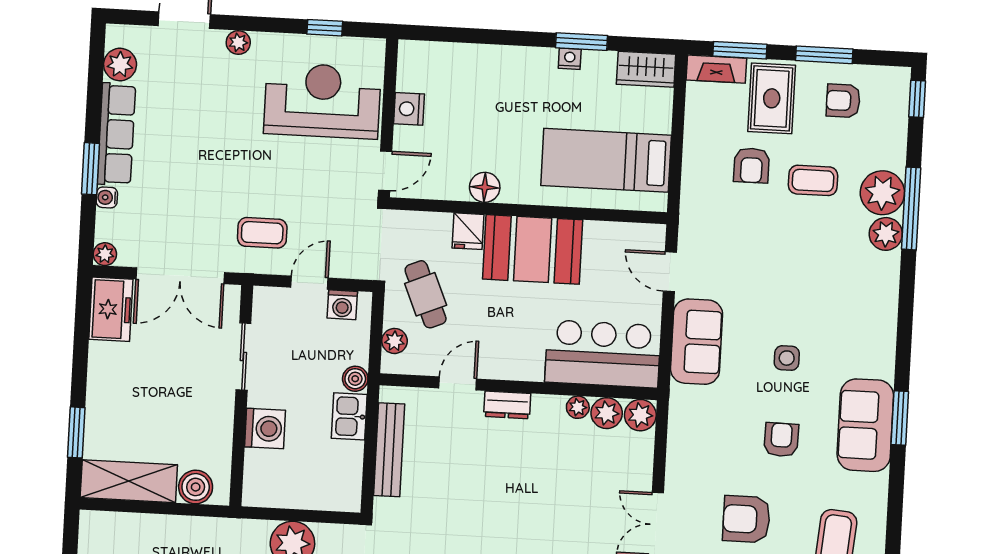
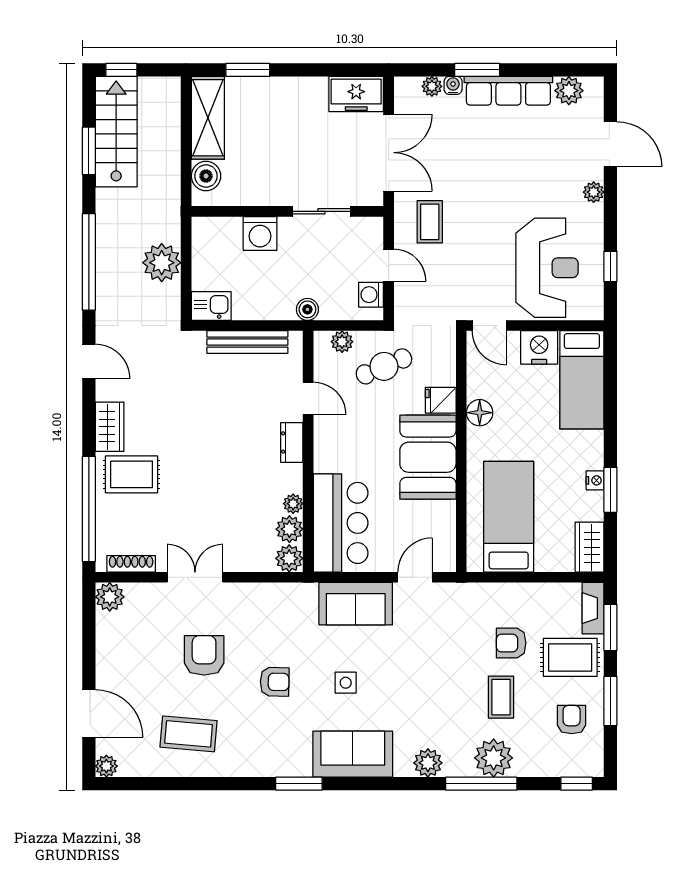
bed: (453, 68) -> (582, 380), added
nightstand: (409, 109) -> (539, 347), width x1.36, depth x1.33
plant: (886, 234) -> (428, 763), moved
plant: (105, 254) -> (432, 86), moved
double door: (180, 276) -> (389, 153), swing flipped
kitchen sink: (349, 416) -> (211, 306), moved
sofa: (865, 425) -> (353, 754), moved

